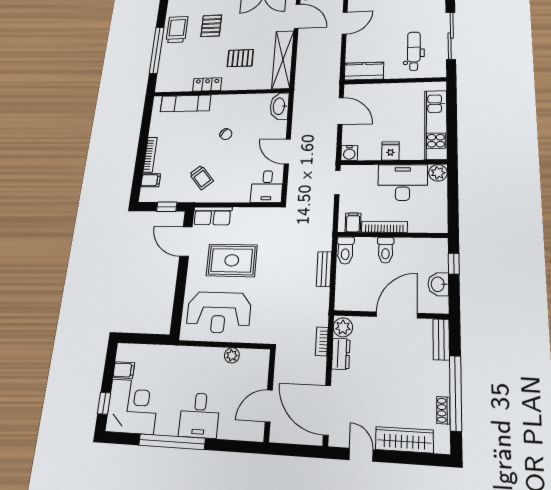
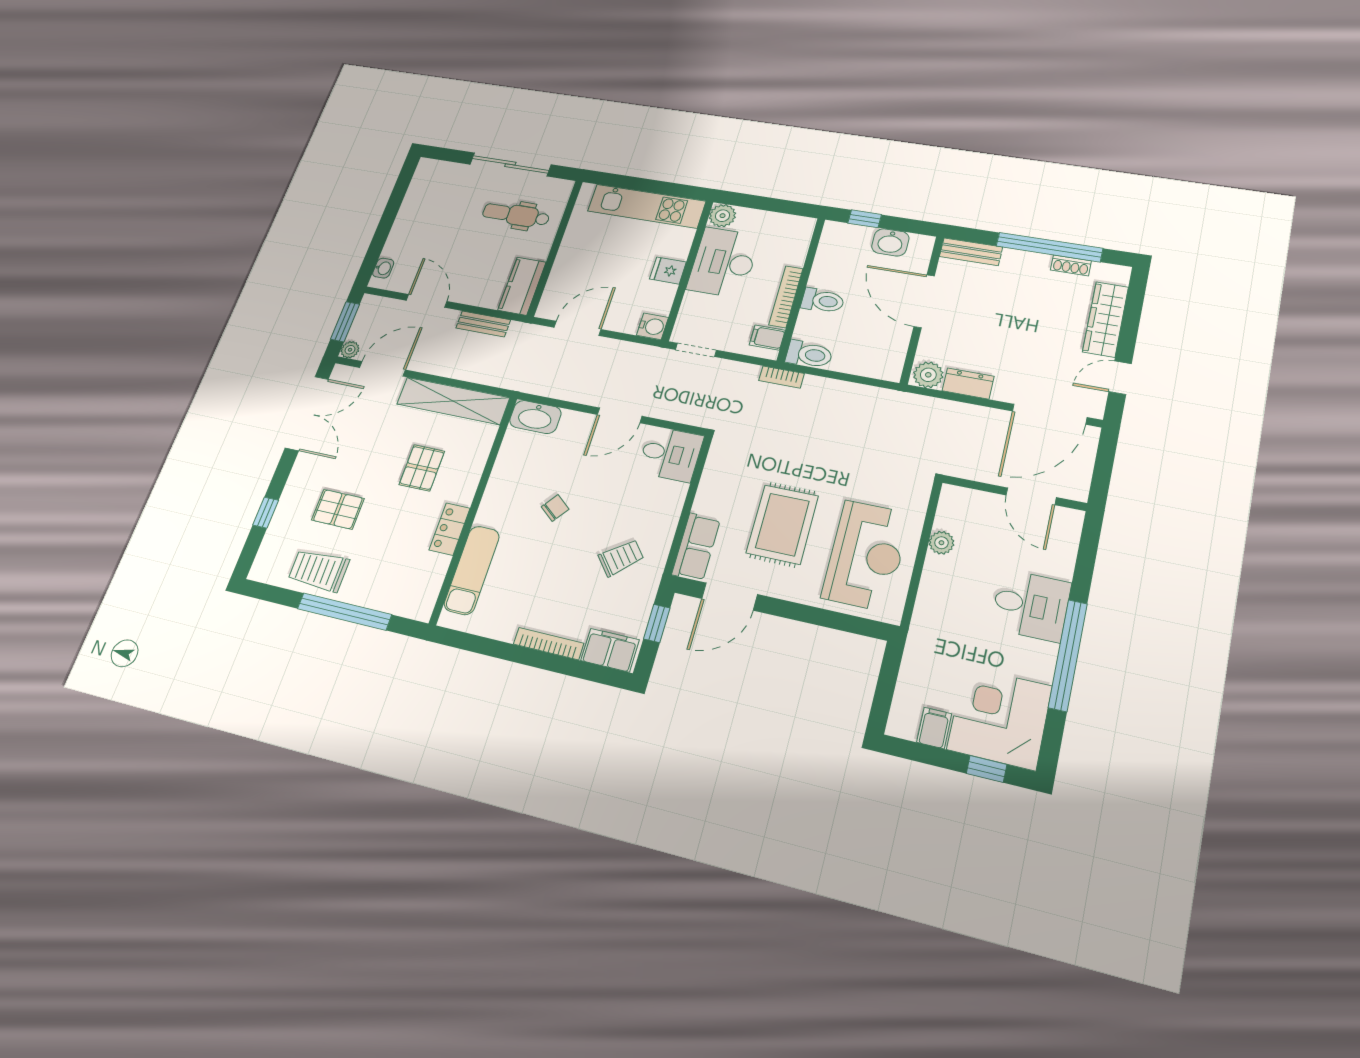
filing cabinet: (151, 180) -> (610, 650), width x2.00
bench: (324, 269) -> (483, 324), moved
bookcase: (322, 341) -> (782, 377), moved

